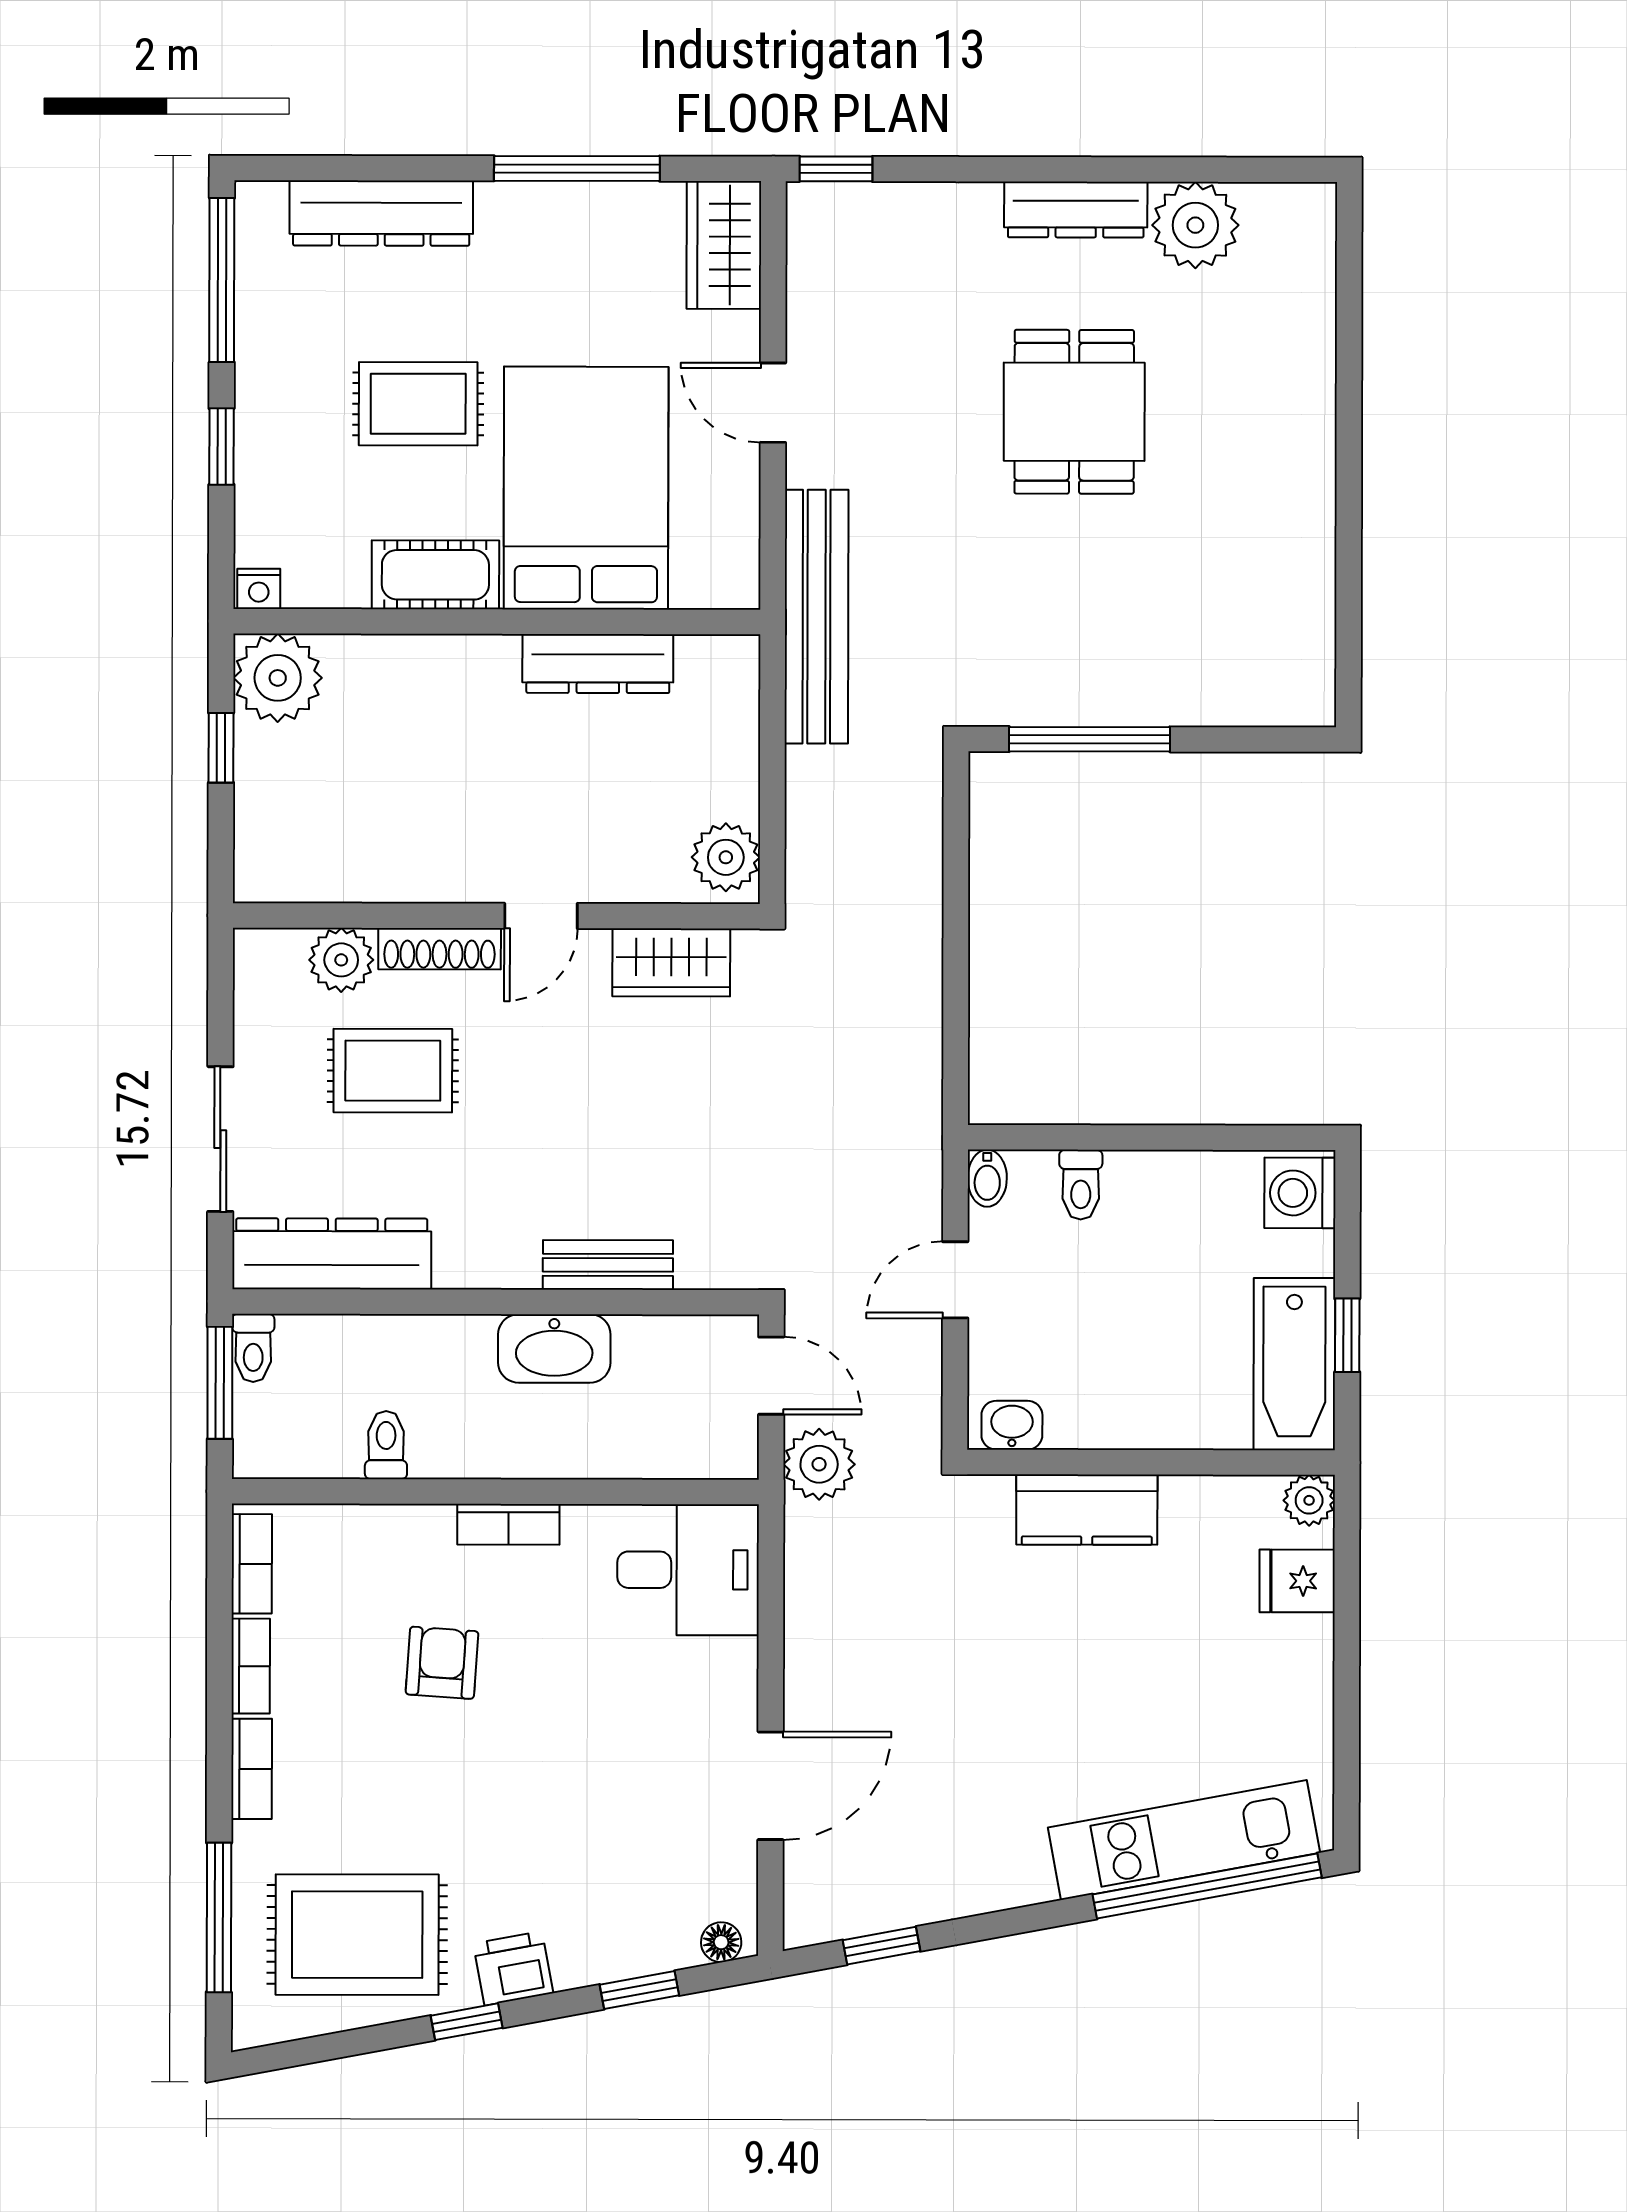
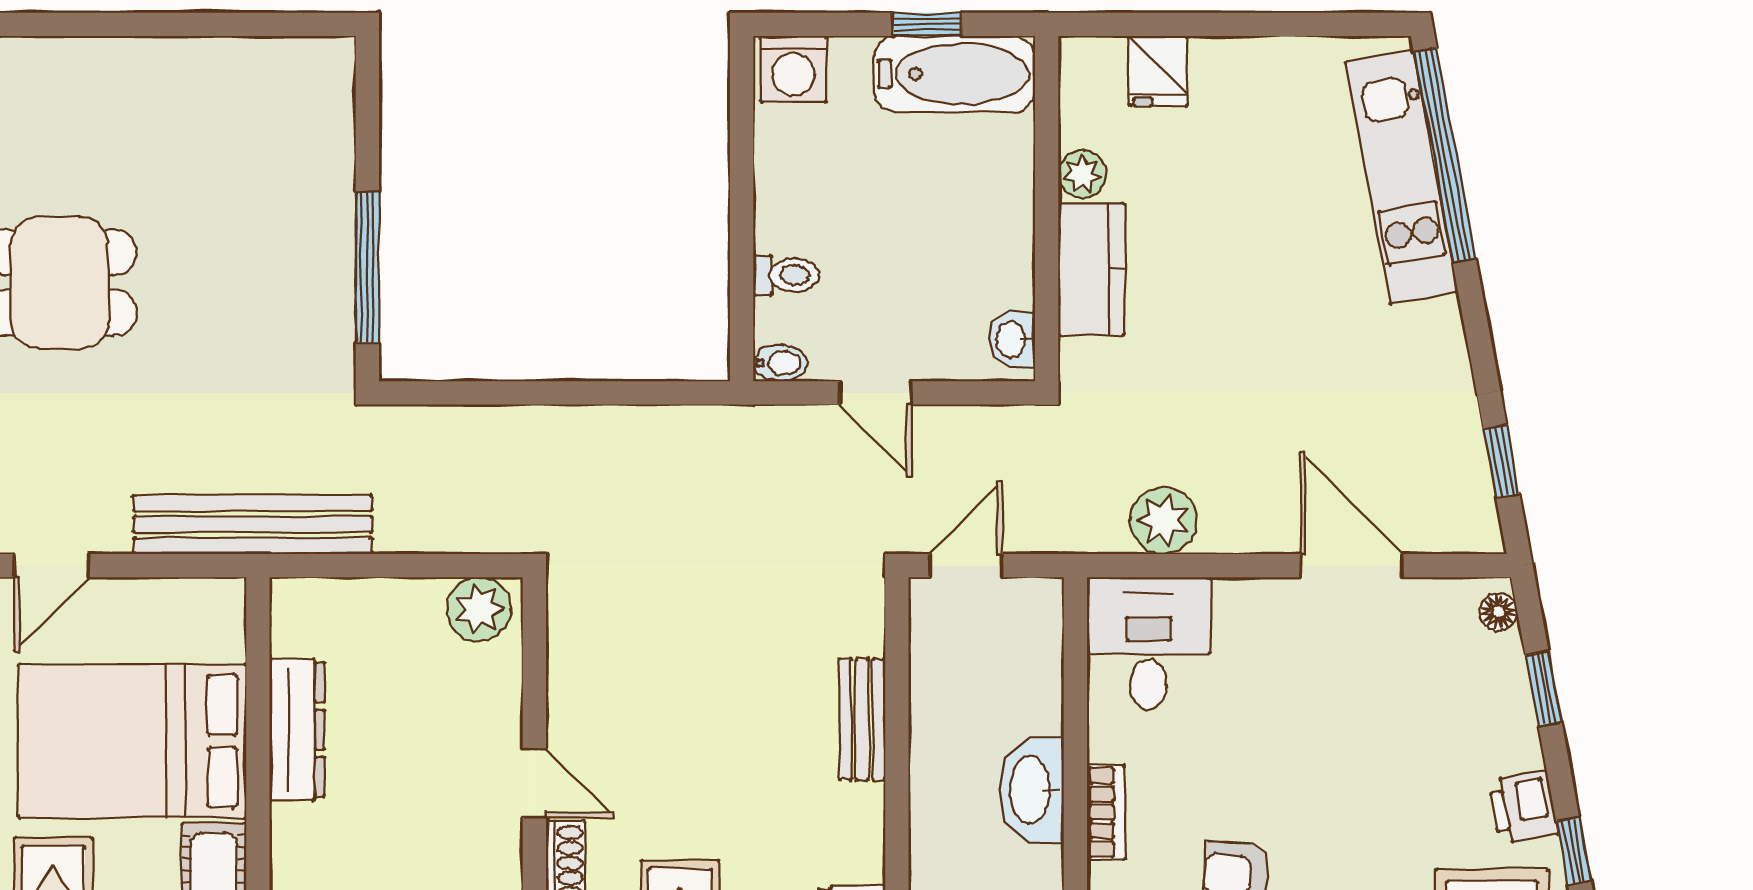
wardrobe: (671, 962) -> (578, 660), removed
washbasin: (554, 1348) -> (1032, 790), moved, turned 180
plant: (819, 1464) -> (1164, 520), moved
plant: (1309, 1500) -> (1082, 174), moved

